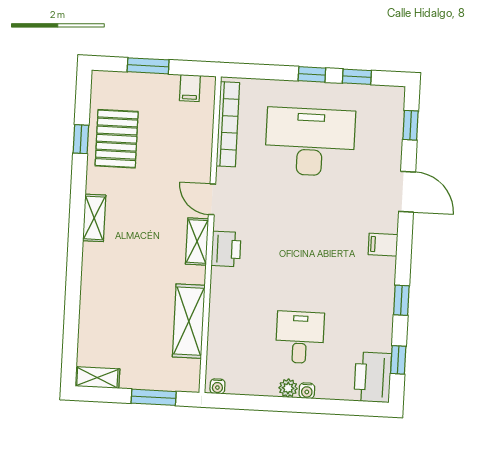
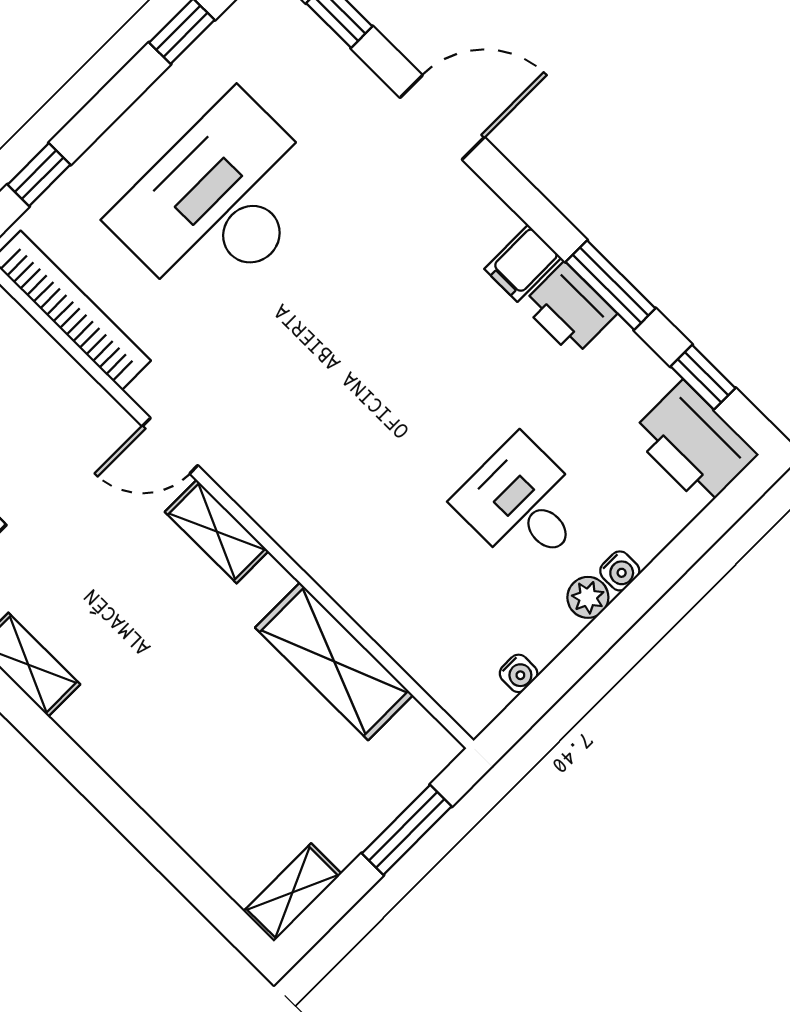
window: (312, 74) -> (39, 175), moved
filing cabinet: (383, 245) -> (523, 263), moved
printer: (226, 249) -> (569, 309), moved, turned 180
window: (401, 300) -> (611, 285), width x1.50
water cooler: (217, 386) -> (519, 673), moved

